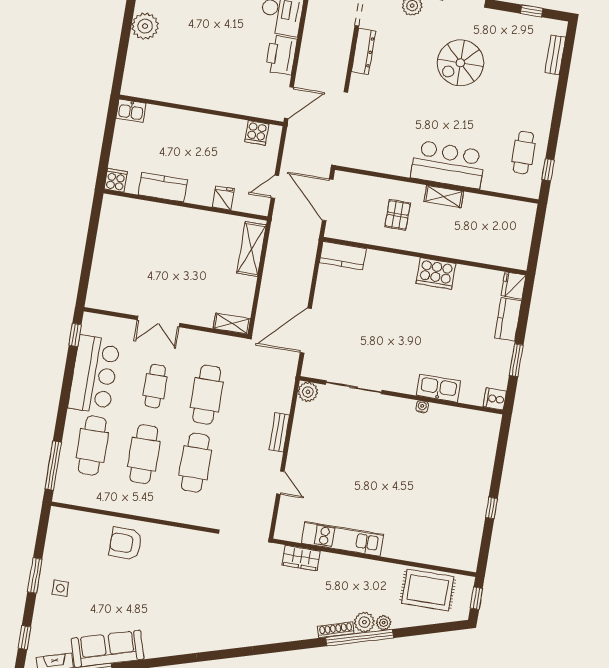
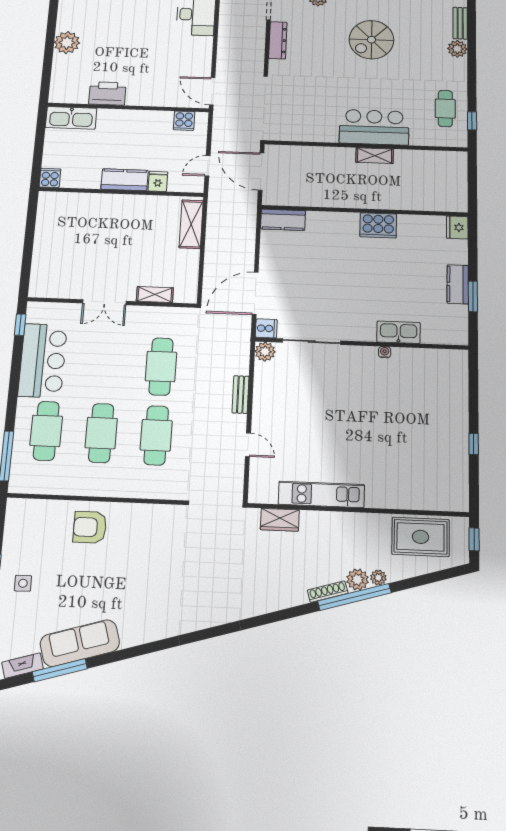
printer: (281, 55) -> (107, 93), moved, turned 90
plant: (547, 85) -> (457, 49), added
door: (289, 103) -> (212, 91), swing flipped
kitchen sink: (131, 111) -> (71, 118), width x1.88, depth x1.24
kitchen counter: (163, 187) -> (124, 180), moved
pallet: (398, 215) -> (332, 177), removed
kitchen counter: (508, 319) -> (458, 284), moved
shelving: (232, 324) -> (155, 295), moved
cafe table: (155, 386) -> (107, 364), removed
cooker: (495, 399) -> (266, 328), moved, turned 180

